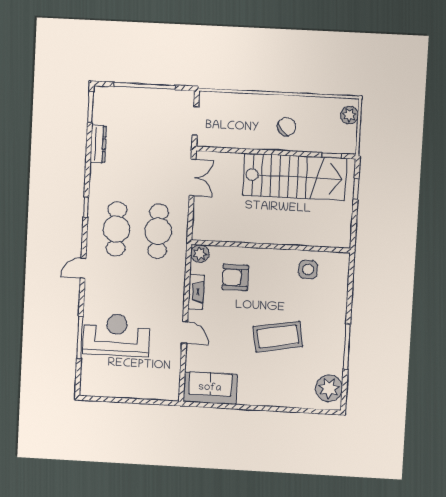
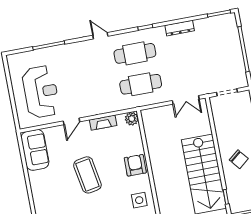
dresser: (98, 144) -> (180, 28), moved
armchair: (235, 277) -> (135, 165), moved
reception desk: (116, 335) -> (41, 92), moved
coffee table: (278, 337) -> (87, 175), moved

